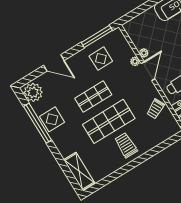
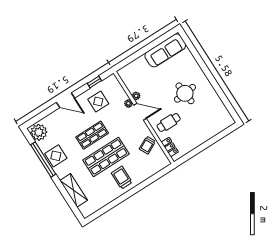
window: (97, 36) -> (94, 82), width x0.46
door: (54, 63) -> (66, 100), moved
door: (148, 71) -> (140, 112), hinge flipped
shelving: (79, 171) -> (74, 190), moved

